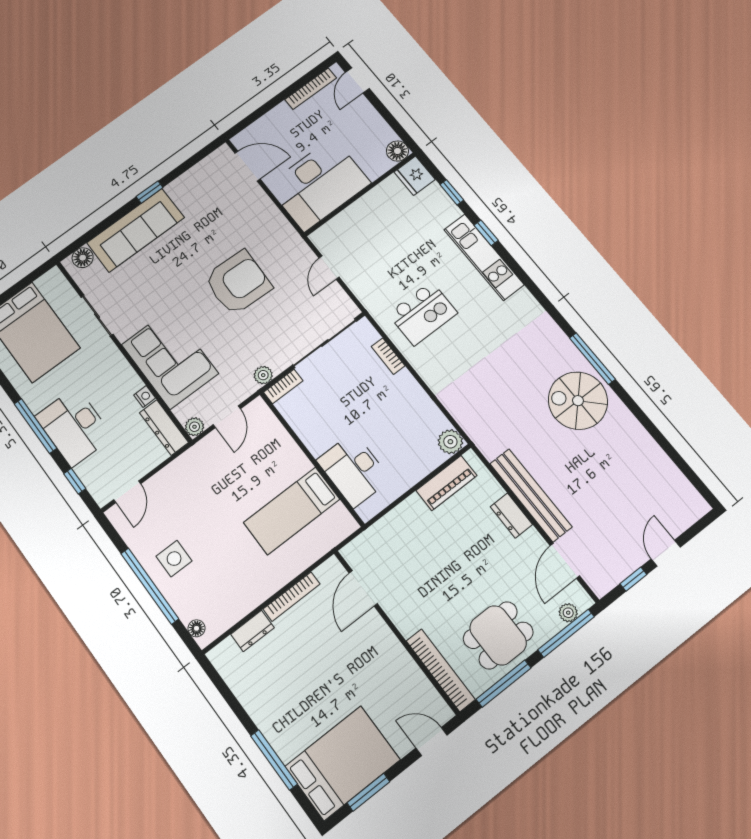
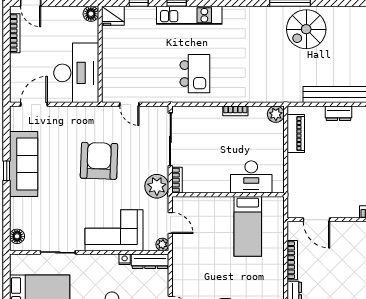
sofa: (136, 230) -> (24, 164), moved
bookcase: (388, 356) -> (235, 111), moved
plant: (263, 375) -> (157, 186), width x1.87, depth x1.87

